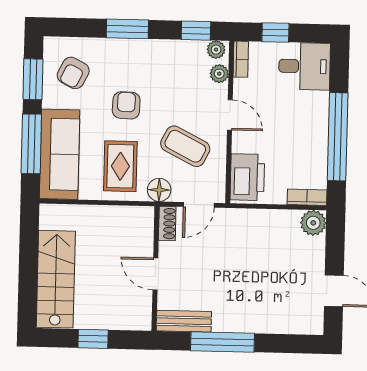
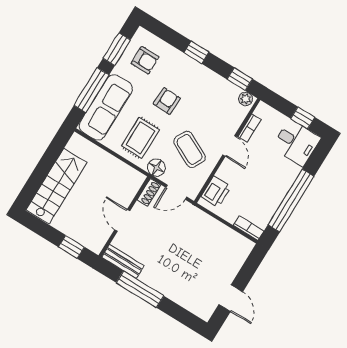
window: (127, 29) -> (196, 52), width x0.67
window: (275, 33) -> (303, 118), moved
bookcase: (241, 59) -> (249, 128), moved
armchair: (73, 73) -> (145, 60), turned -117
plant: (219, 74) -> (239, 116), removed
printer: (247, 177) -> (216, 192), width x0.73, depth x0.84
plant: (313, 223) -> (243, 247), removed
window: (93, 339) -> (71, 247), moved

